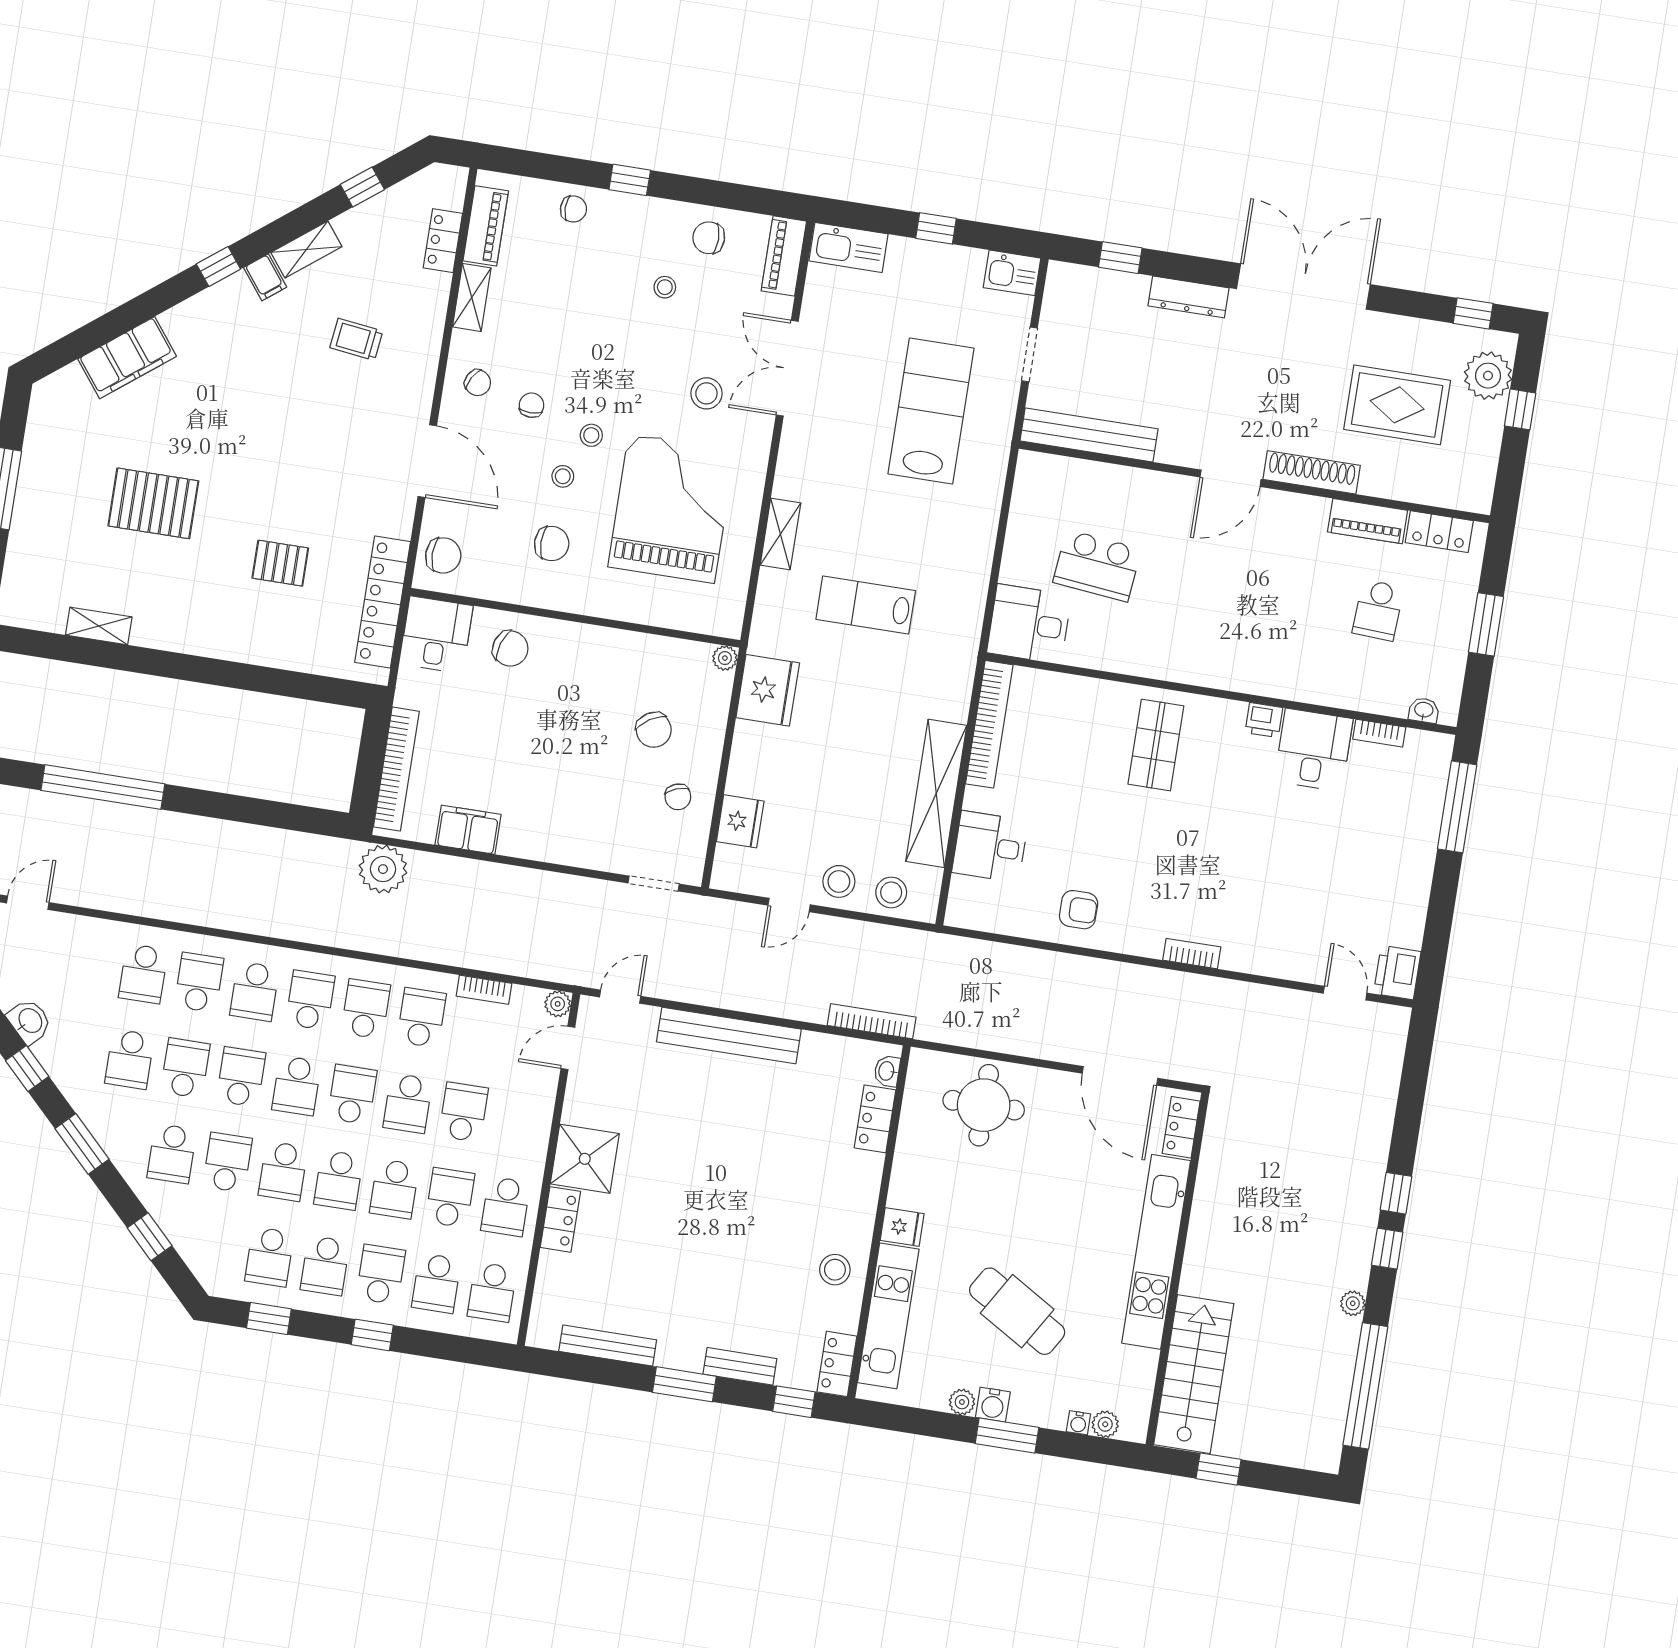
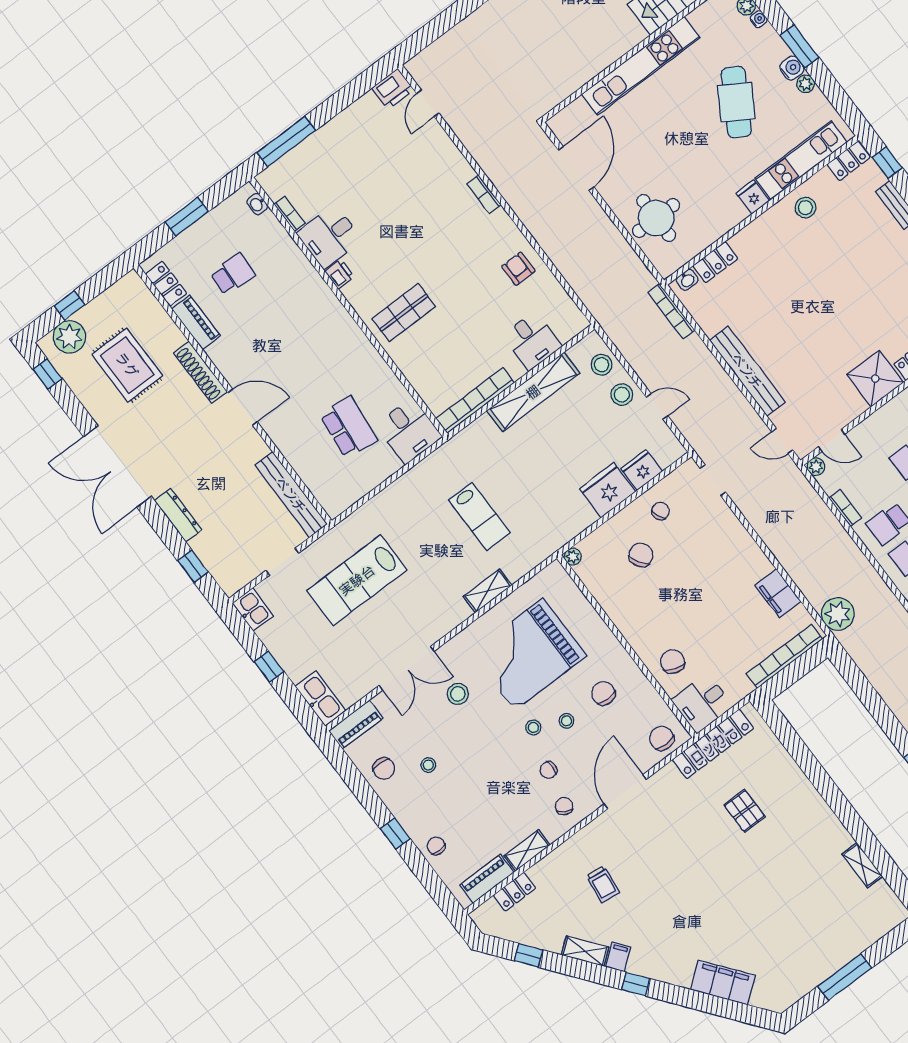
pallet: (153, 503) -> (778, 899), removed
fridge: (768, 690) -> (608, 490), moved
locker: (1181, 1127) -> (570, 115), removed

